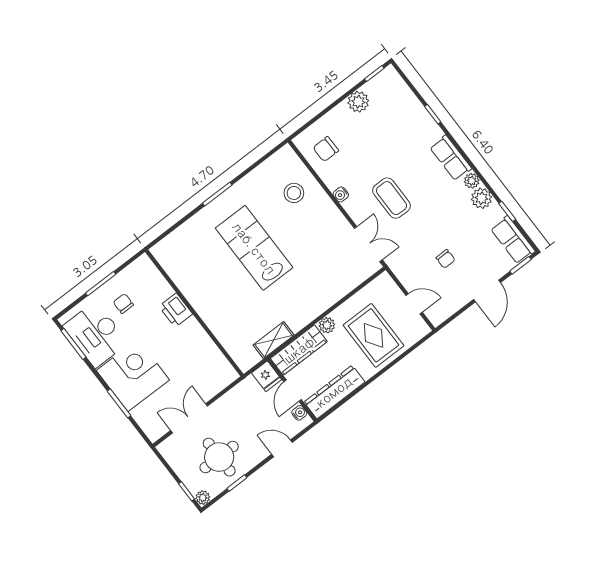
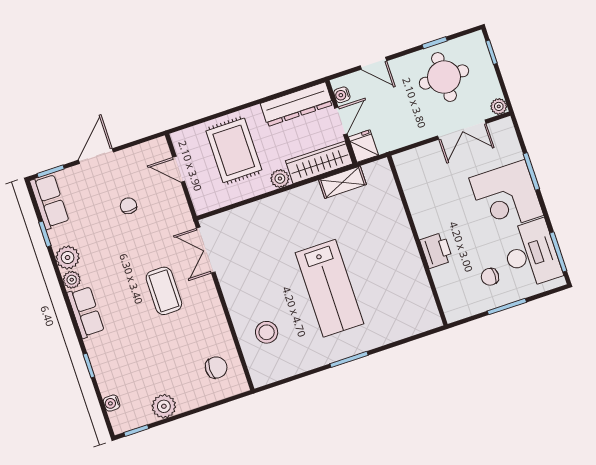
water cooler: (341, 194) -> (112, 403), moved, turned 180
chair: (123, 304) -> (490, 277), turned 90
plant: (203, 498) -> (499, 106), moved

